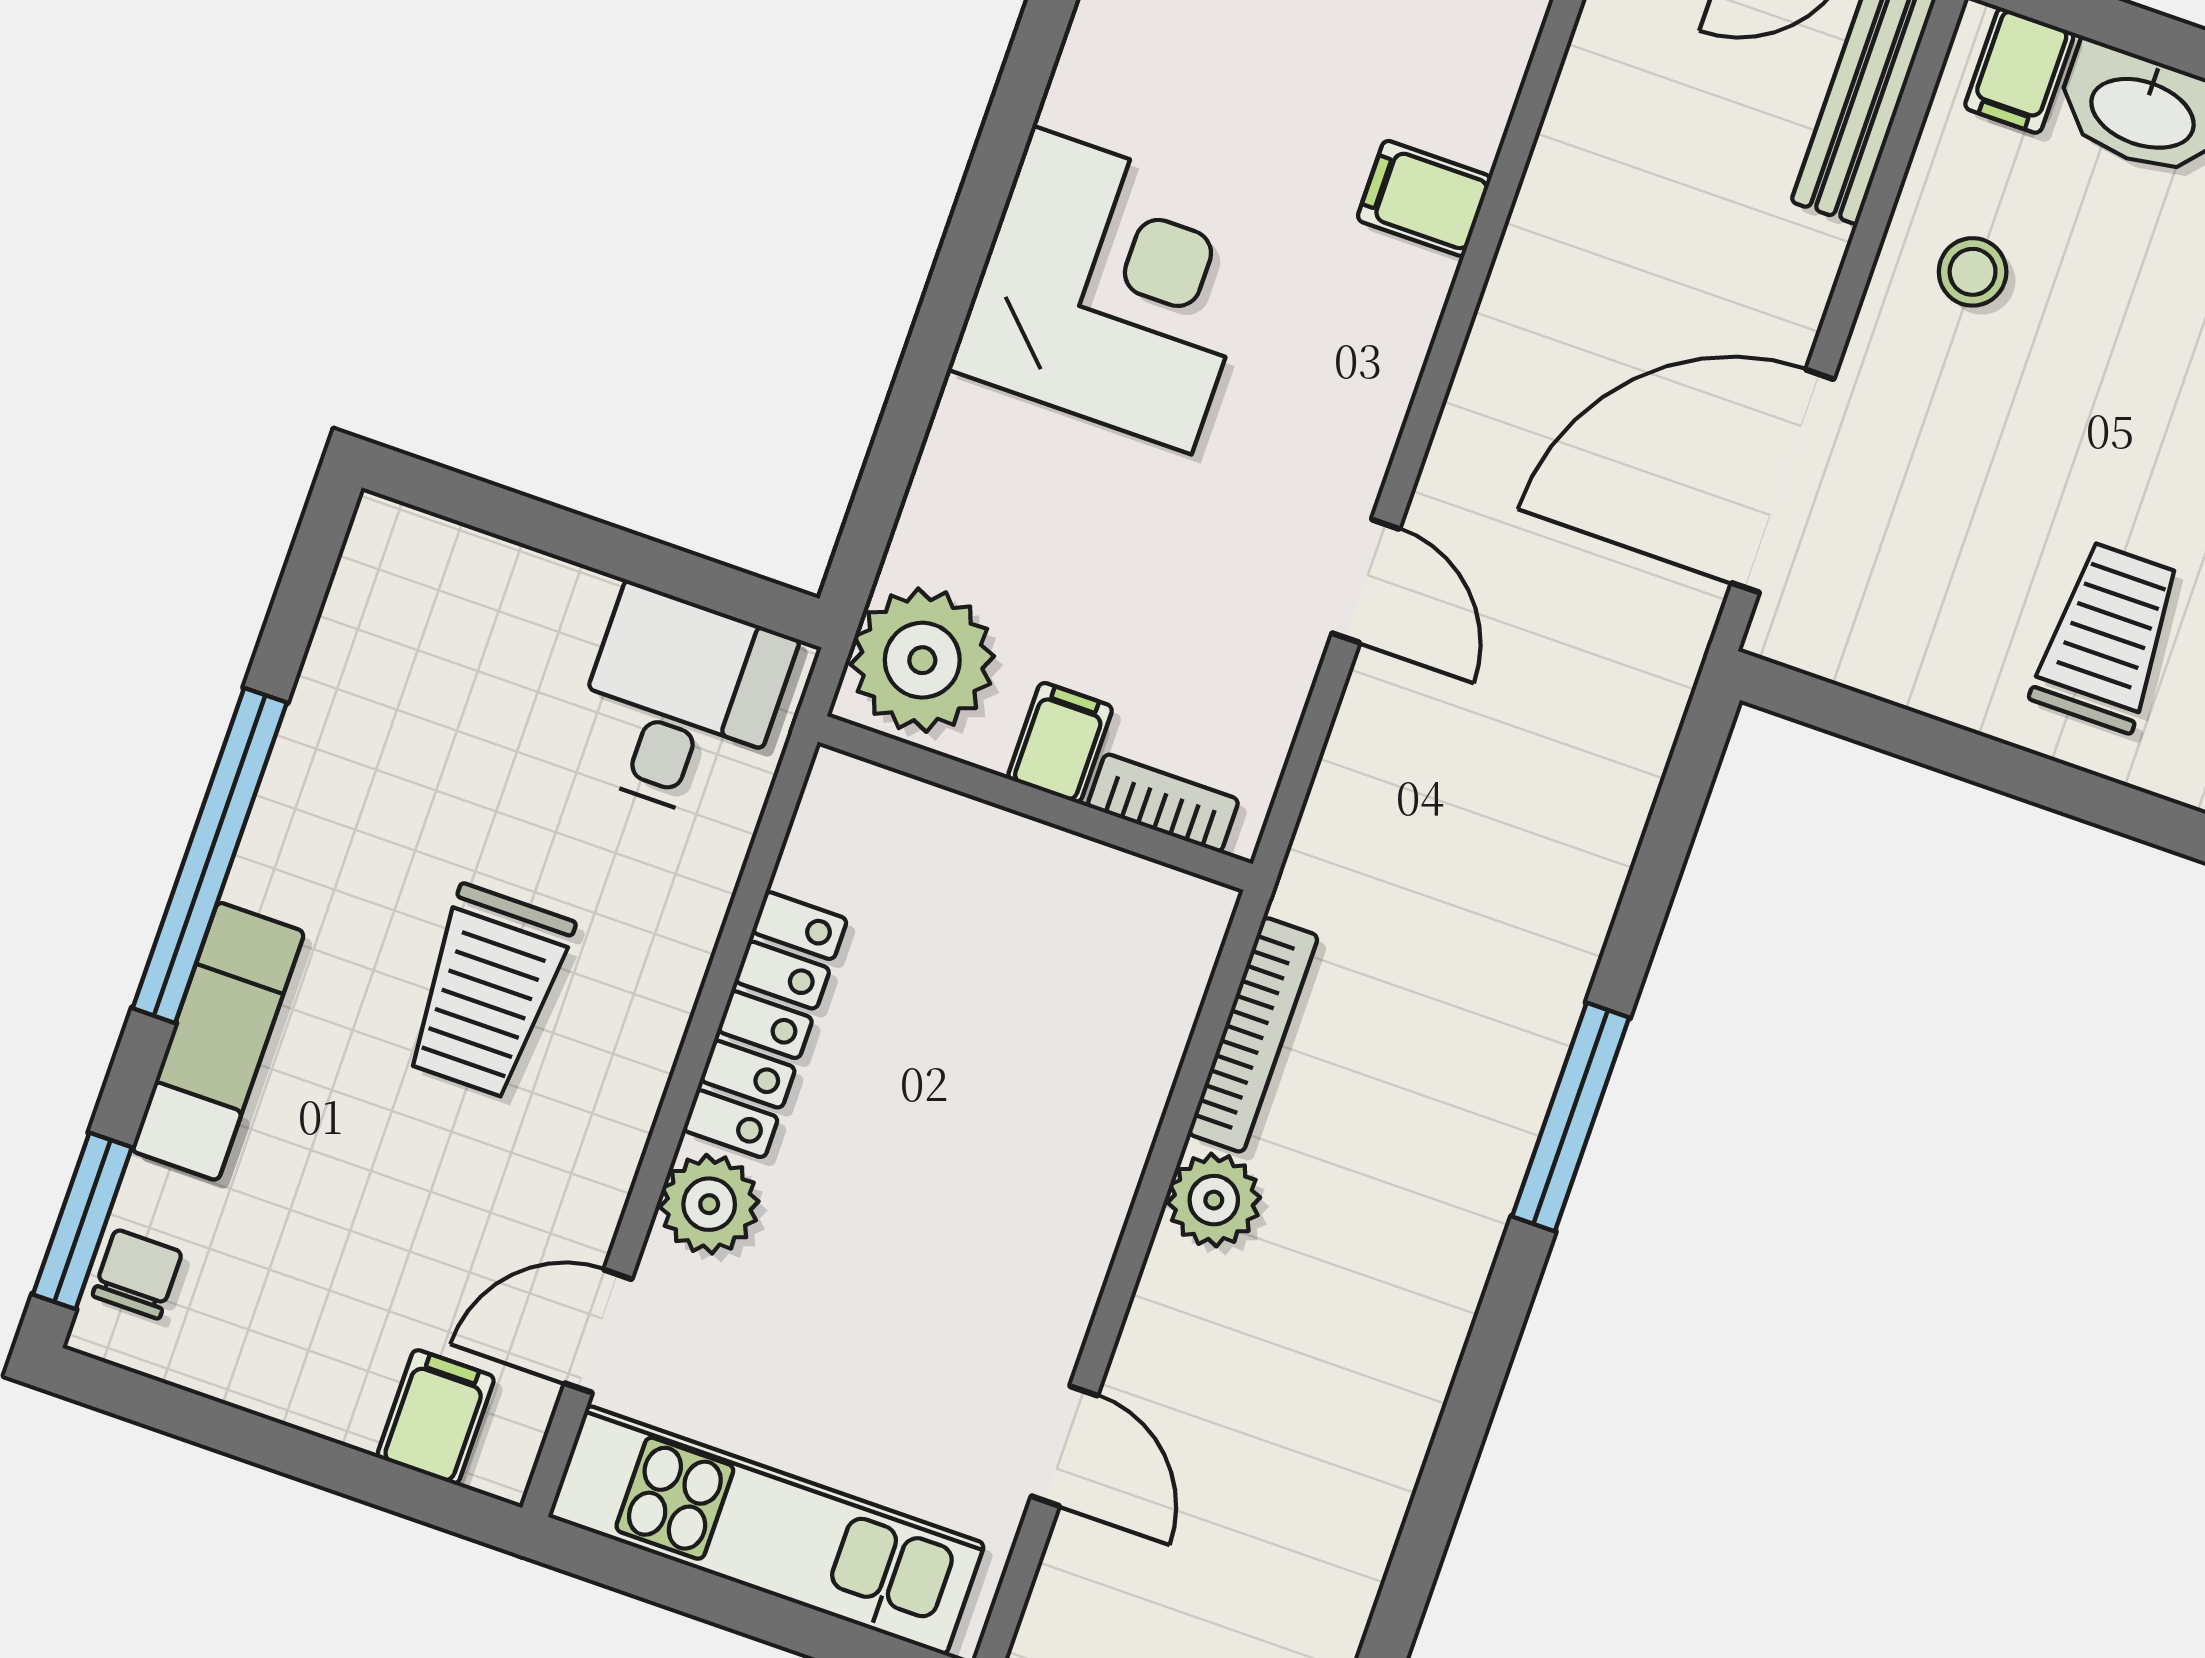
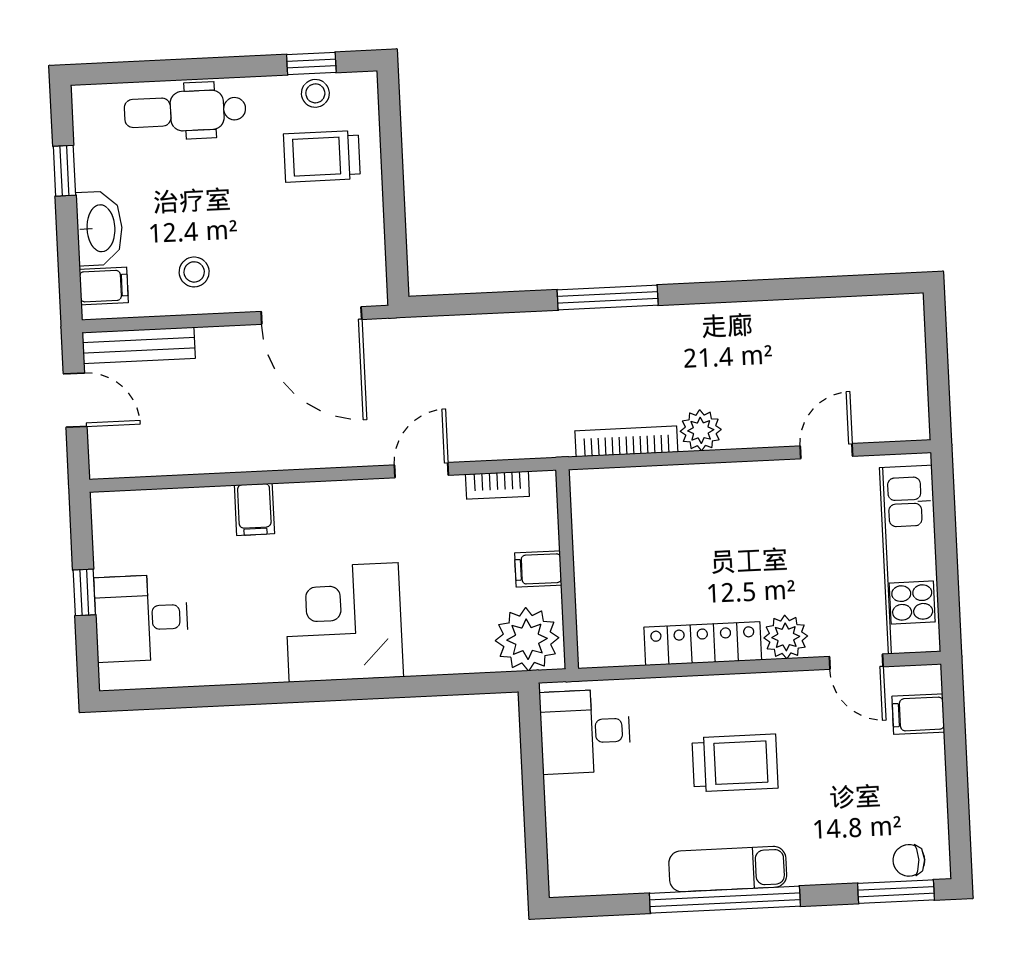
bookcase: (1163, 803) -> (497, 485), moved, turned -90
exam couch: (218, 1041) -> (728, 869), moved

